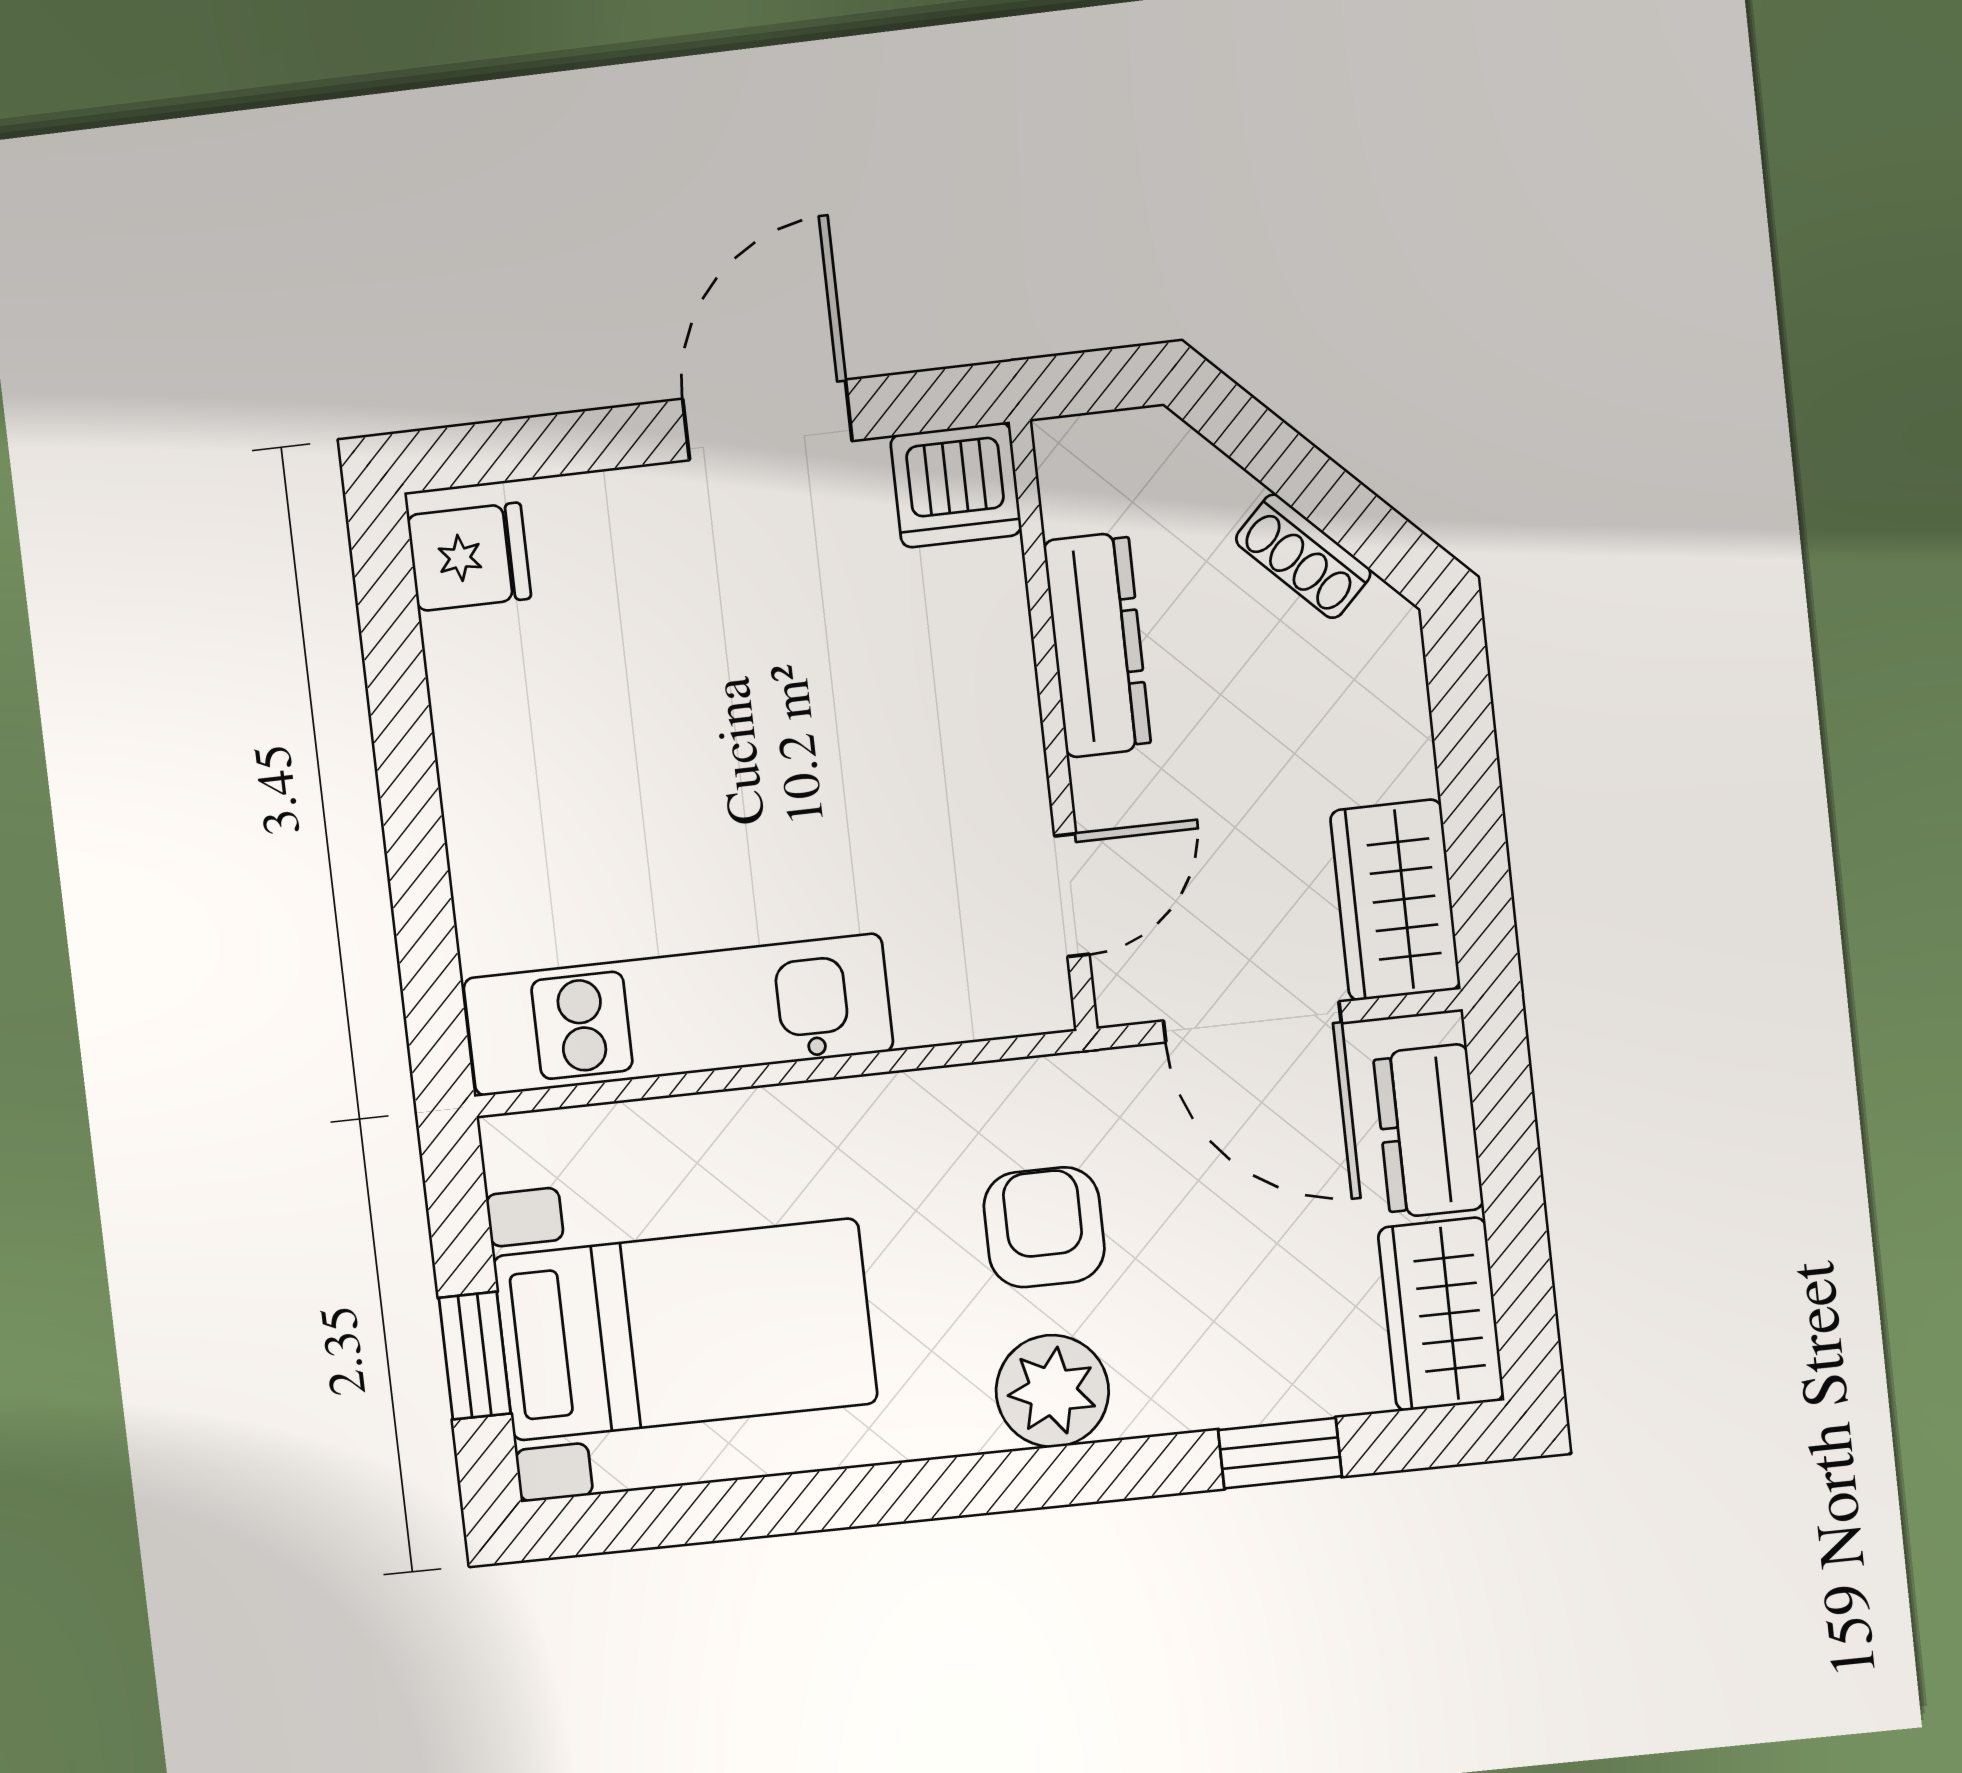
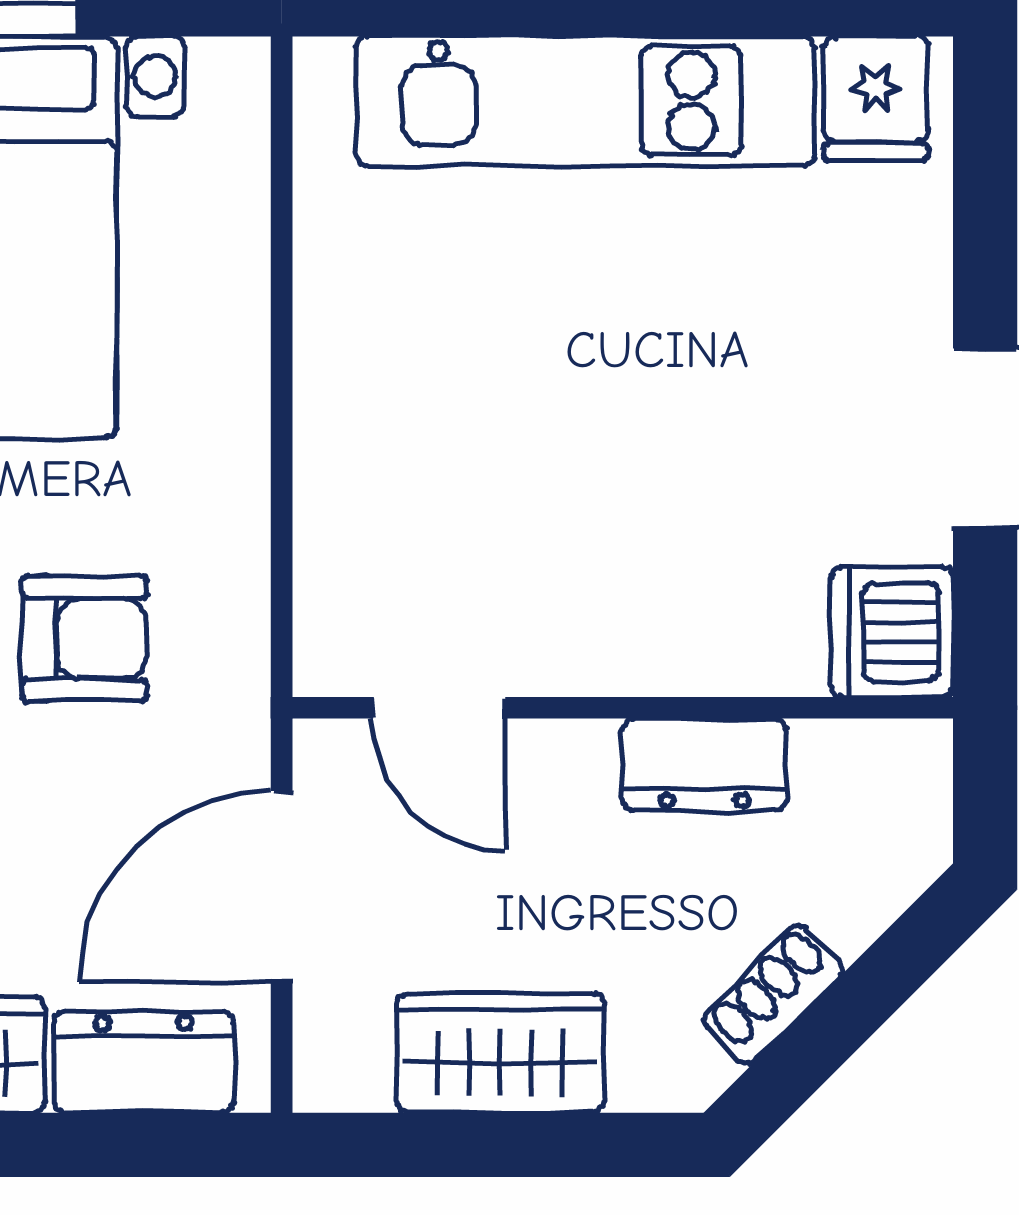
dresser: (1097, 645) -> (704, 764), width x0.70
wardrobe: (1395, 900) -> (500, 1053), moved
kitchen unit: (678, 1015) -> (585, 101), moved, turned 90

